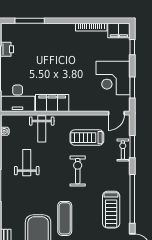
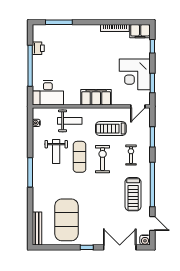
filing cabinet: (52, 103) -> (96, 97), moved
weight bench: (42, 129) -> (70, 121), turned -90
exercise bike: (123, 150) -> (131, 155), moved
weight bench: (27, 163) -> (56, 151), turned 180
exercise mat: (65, 218) -> (80, 157), moved

